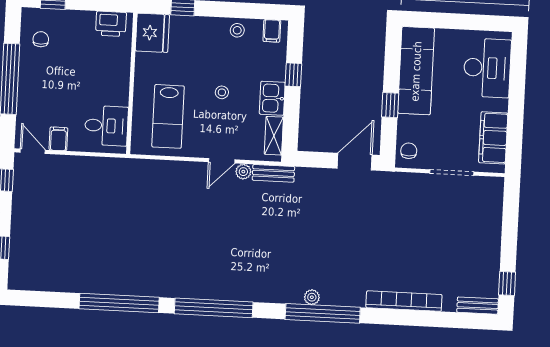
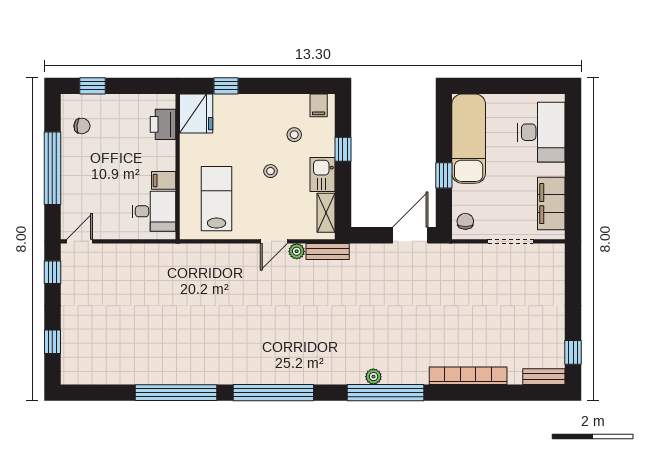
printer: (111, 24) -> (163, 124), moved, turned 90
stool: (237, 30) -> (294, 135), moved
chair: (41, 39) -> (82, 126), turned 95
lab bench: (168, 116) -> (217, 199), turned 180
filing cabinet: (58, 139) -> (164, 180), moved, turned -90
door: (33, 151) -> (80, 241), hinge flipped

